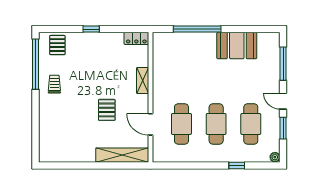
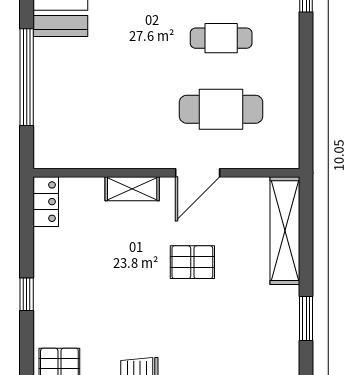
door: (150, 124) -> (198, 173), moved
cafe table: (216, 124) -> (221, 38), width x0.73, depth x0.74
window: (79, 165) -> (306, 319), added

